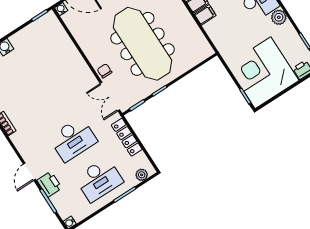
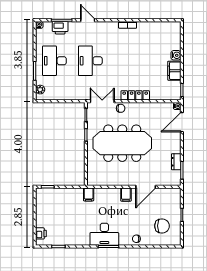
filing cabinet: (205, 15) -> (89, 194), moved
plant: (279, 17) -> (84, 240), removed
filing cabinet: (23, 38) -> (174, 71), added
corner desk: (263, 73) -> (55, 207), removed
locker: (127, 137) -> (135, 95), moved
printer: (49, 184) -> (60, 28), moved

